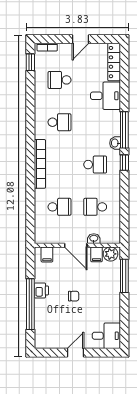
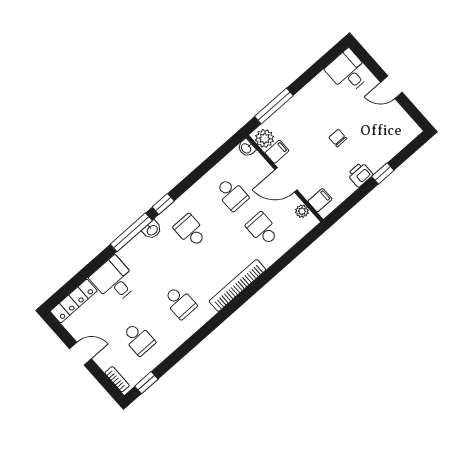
school desk: (60, 122) -> (180, 302), turned 180
plant: (50, 238) -> (302, 211), added
washbasin: (94, 239) -> (246, 148), moved
door: (76, 245) -> (286, 180), swing flipped
window: (30, 304) -> (383, 173), width x0.32

